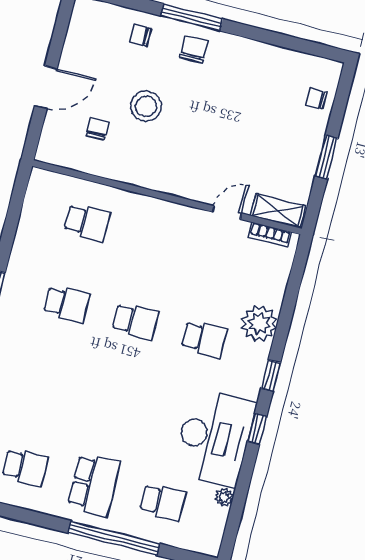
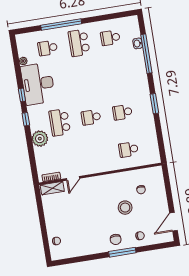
door: (46, 87) -> (174, 222), moved
window: (326, 157) -> (42, 219), removed
school desk: (204, 339) -> (60, 122), width x1.85

